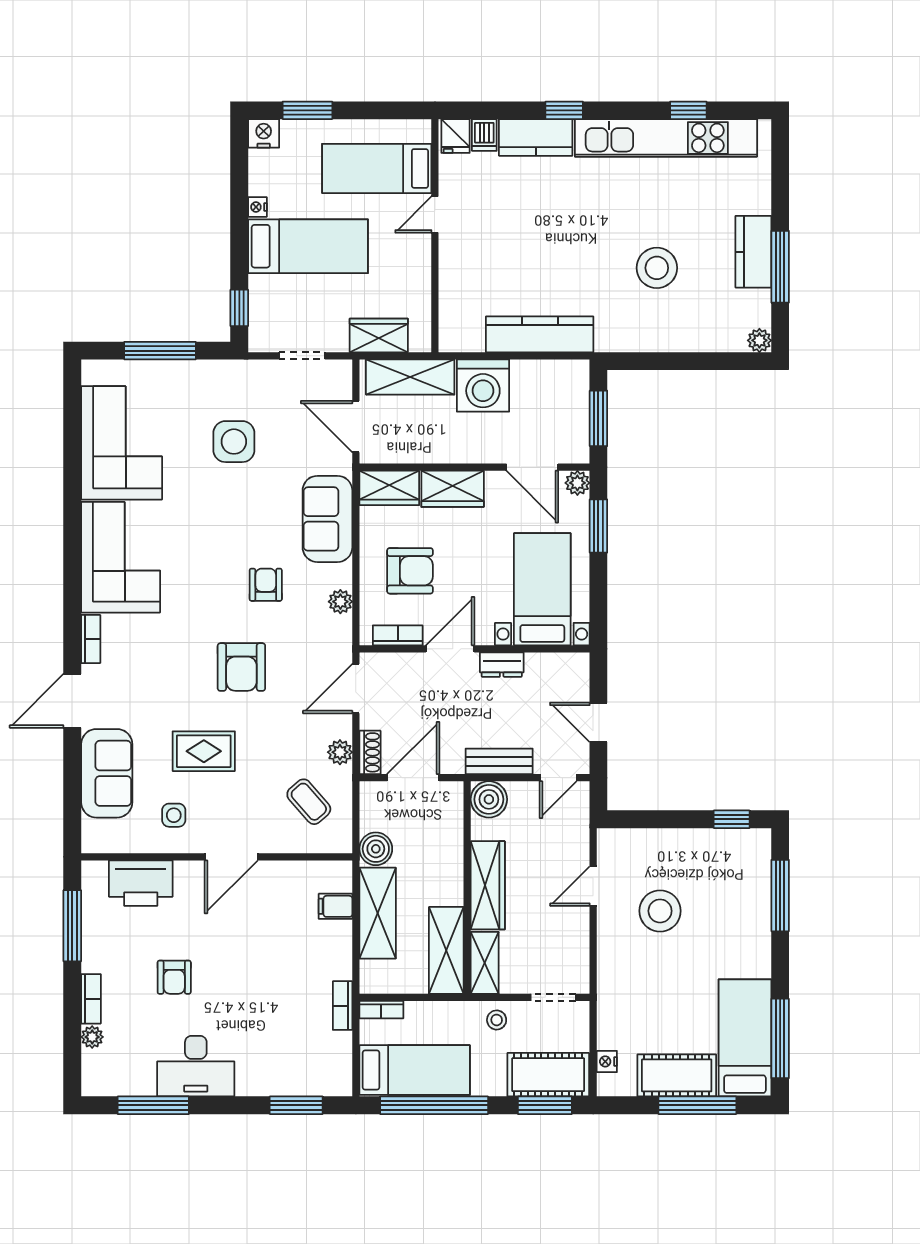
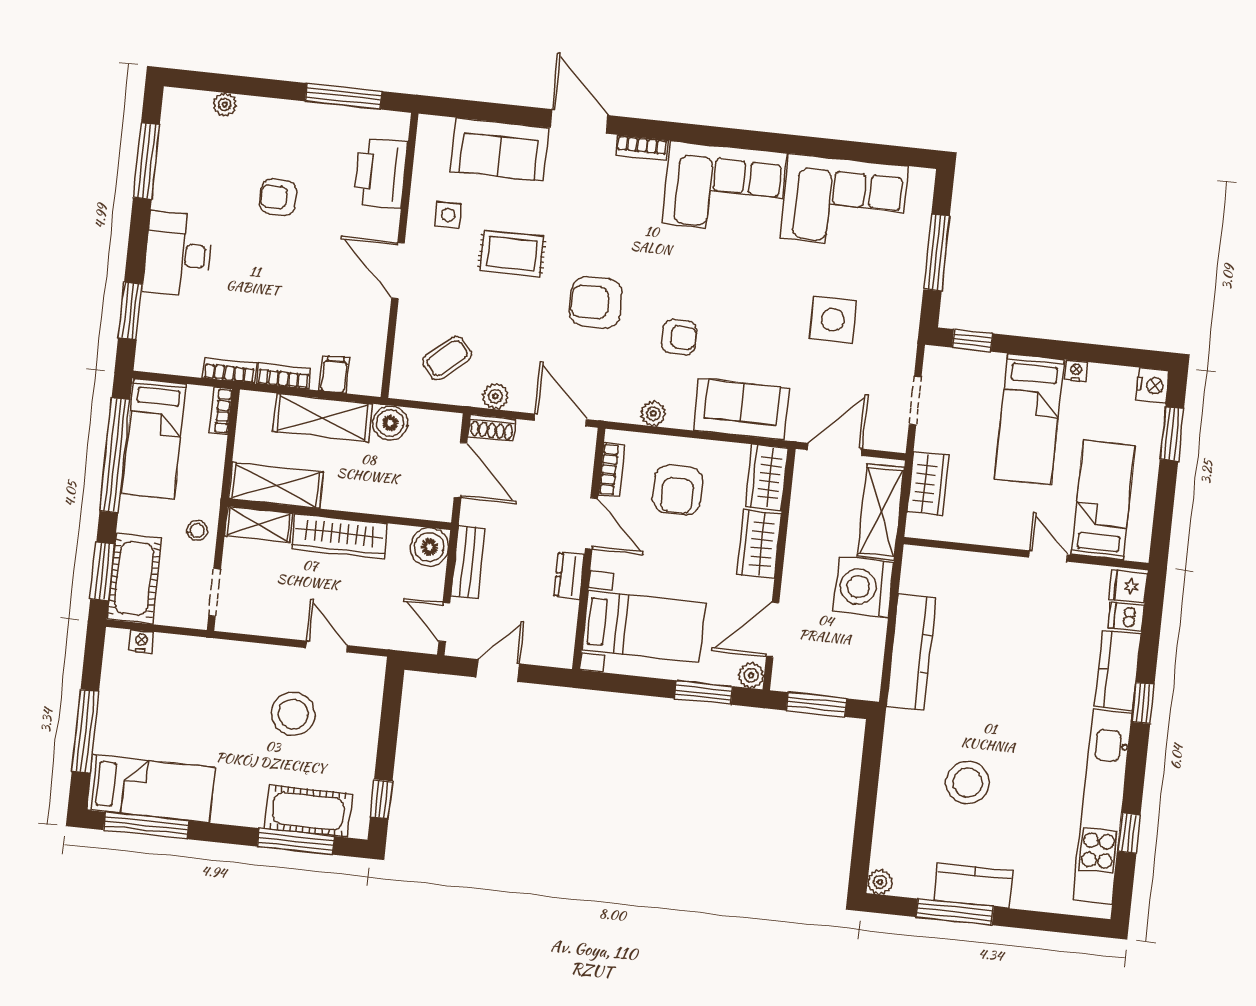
rug: (204, 751) -> (512, 254), turned 90
bookcase: (91, 999) -> (284, 376), moved, turned 180
desk: (196, 1066) -> (178, 254), moved
cot: (677, 1075) -> (308, 811), moved, turned 90

